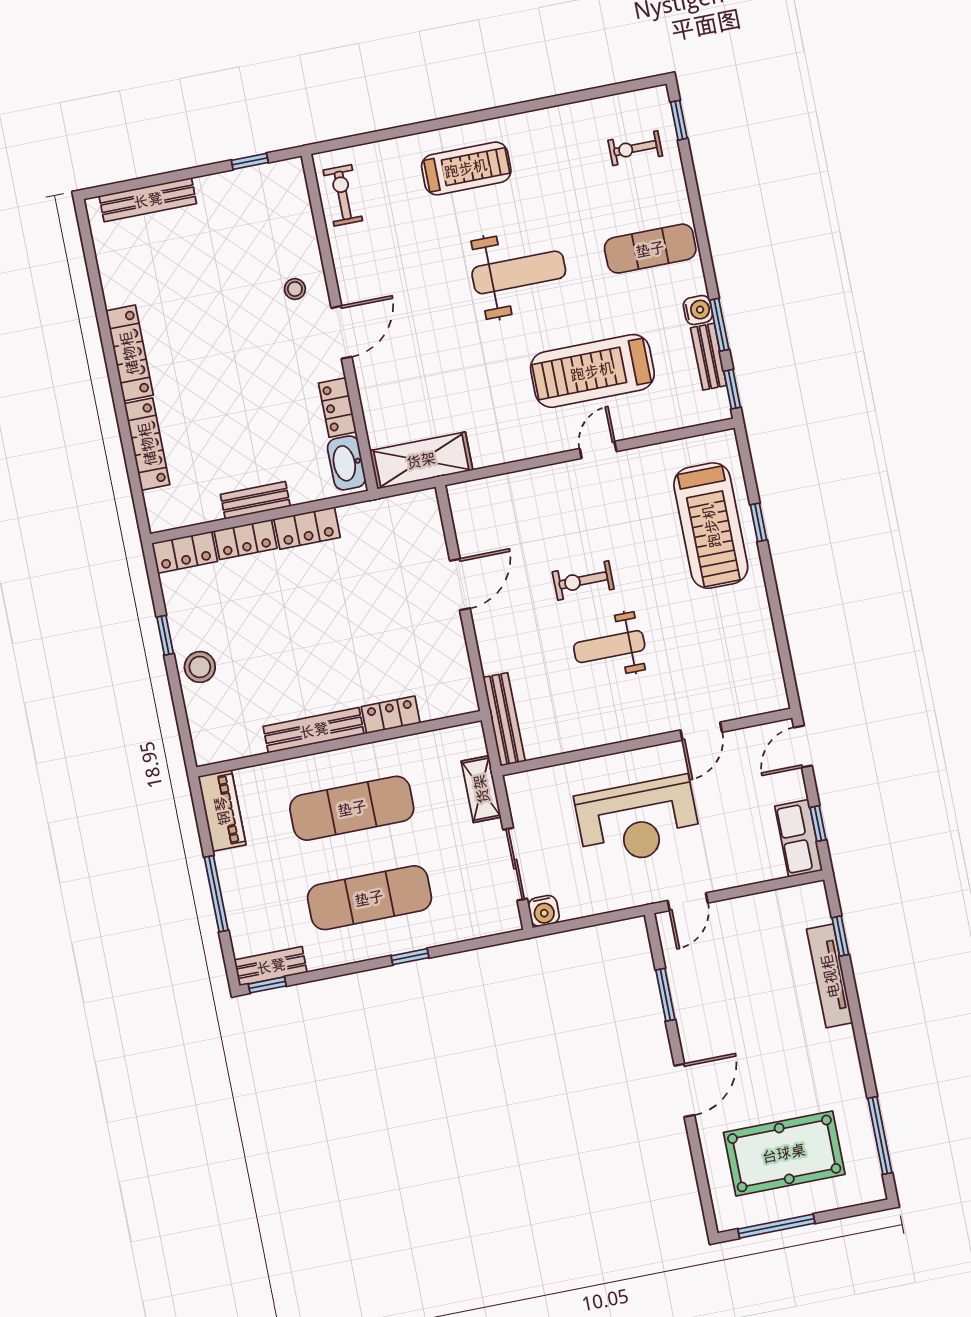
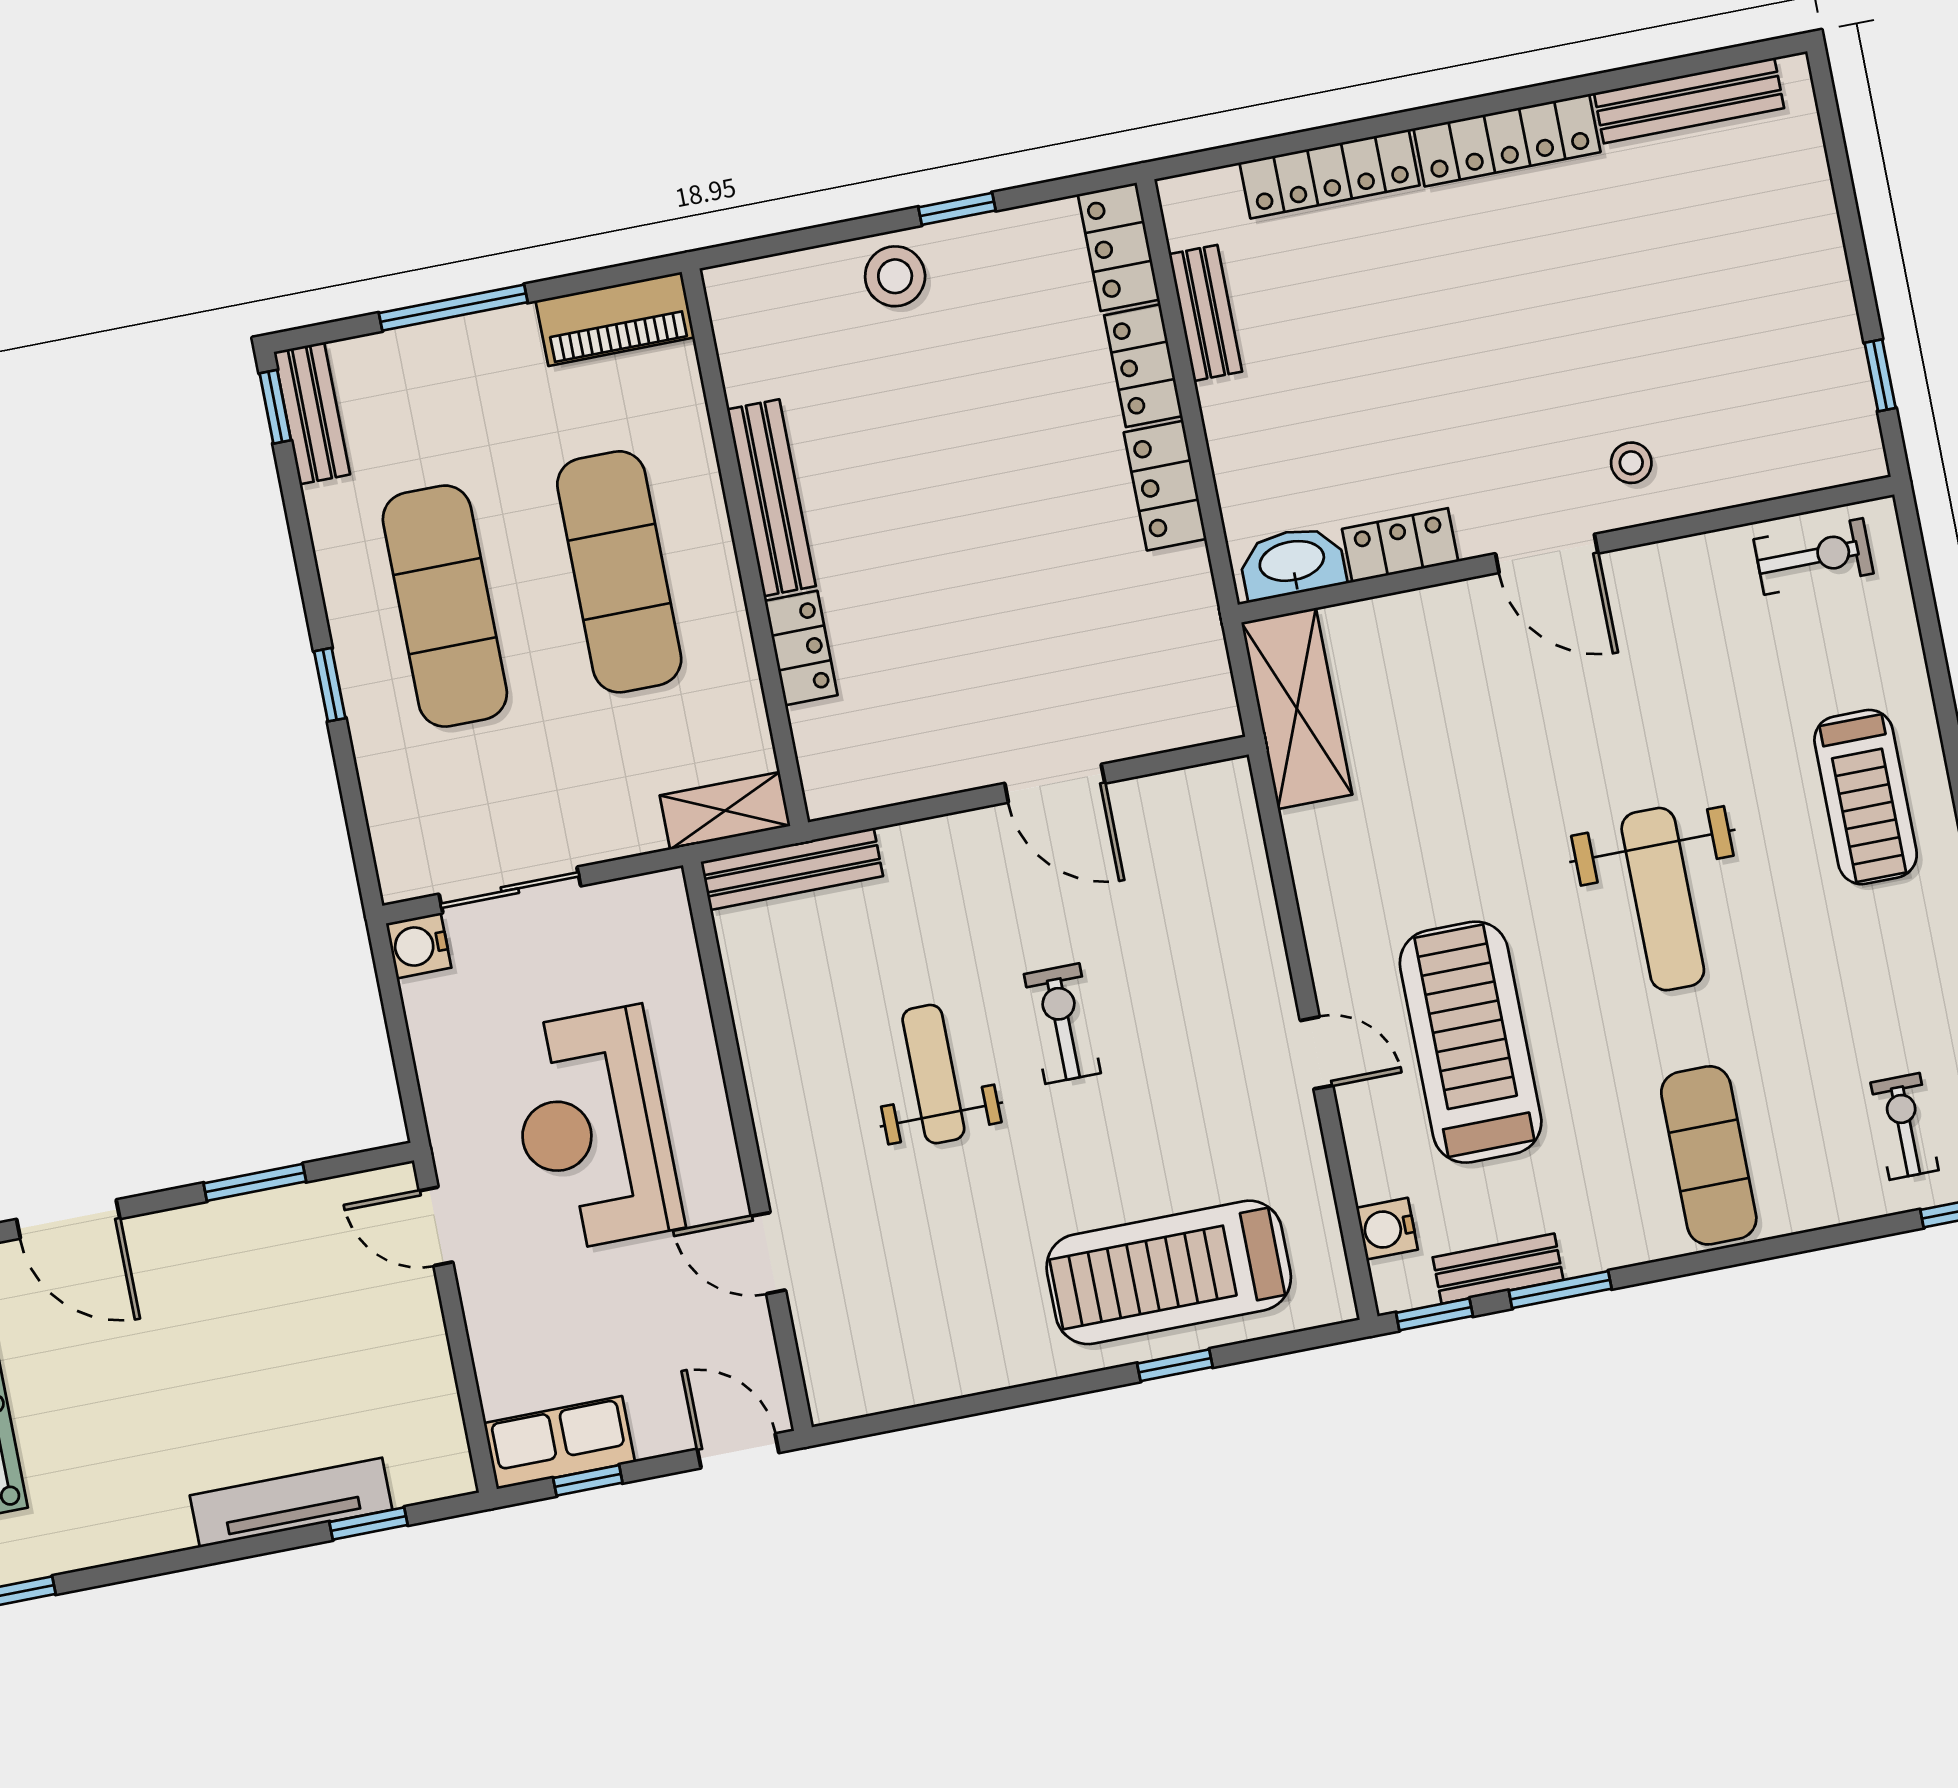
bench: (148, 200) -> (1689, 101), moved, turned 90
water cooler: (698, 310) -> (1387, 1229), moved, turned 90
bench: (255, 500) -> (1206, 313), moved
shelving: (481, 789) -> (725, 811), moved

